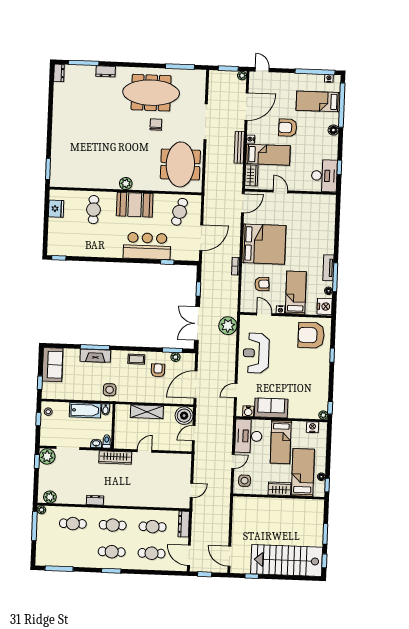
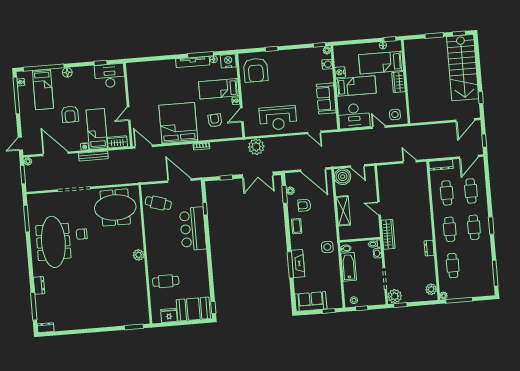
booth: (135, 205) -> (193, 309), moved, turned 90
tv unit: (328, 268) -> (193, 62), width x1.41
water cooler: (248, 411) -> (327, 64), moved
nightstand: (313, 427) -> (340, 72), moved

